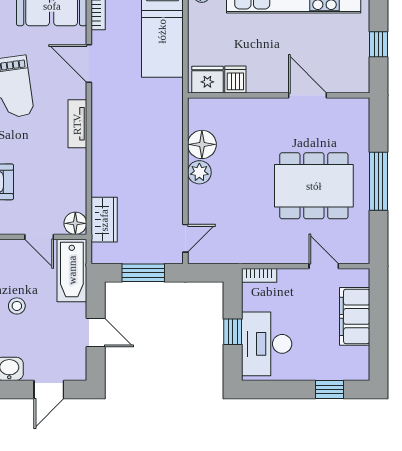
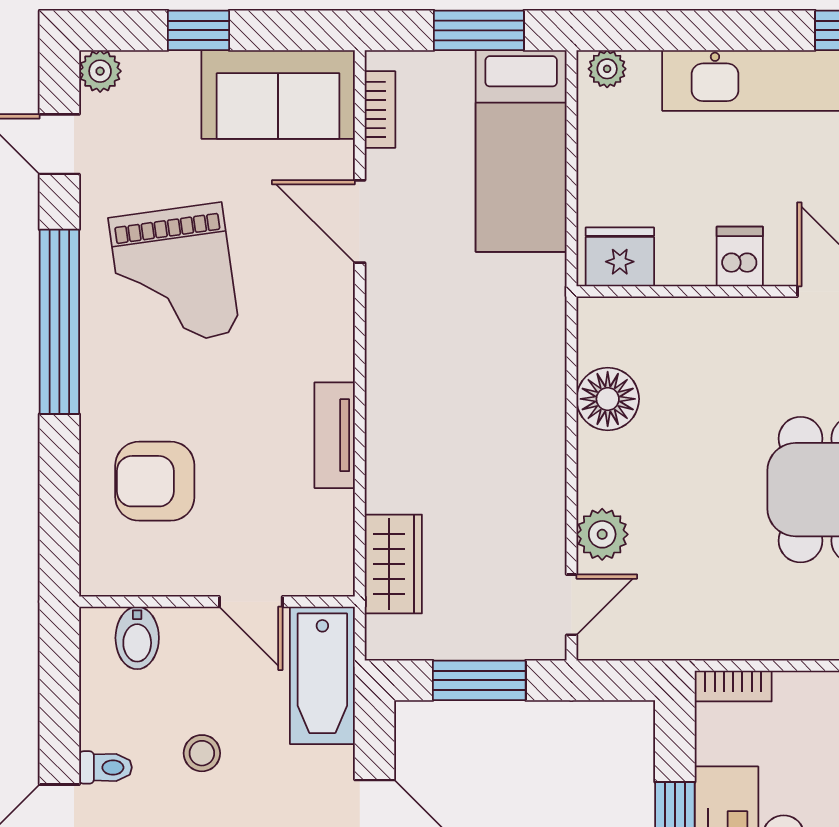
dishwasher: (235, 79) -> (740, 257), moved
tv unit: (77, 124) -> (335, 435), moved
plant: (199, 172) -> (602, 534), moved
floor lamp: (75, 223) -> (330, 572), removed

